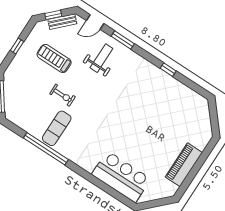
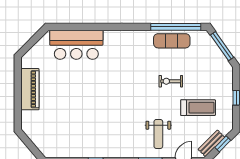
exercise mat: (57, 128) -> (172, 41), moved, turned 90
window: (46, 149) -> (176, 27), moved

